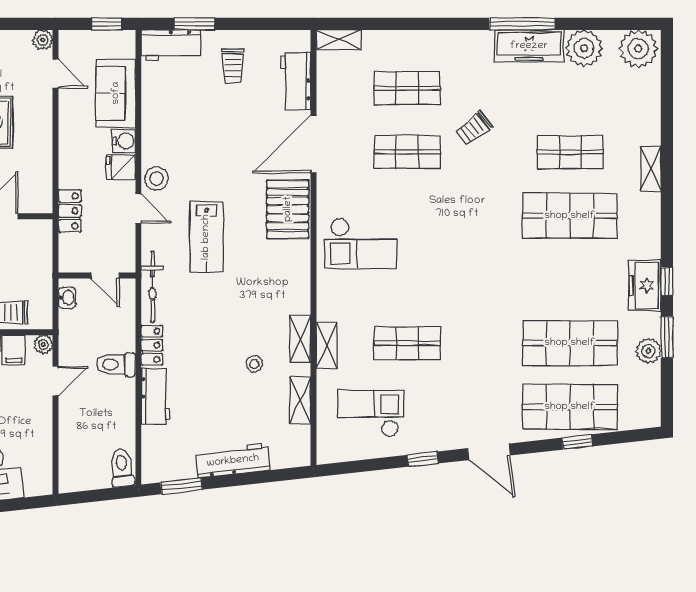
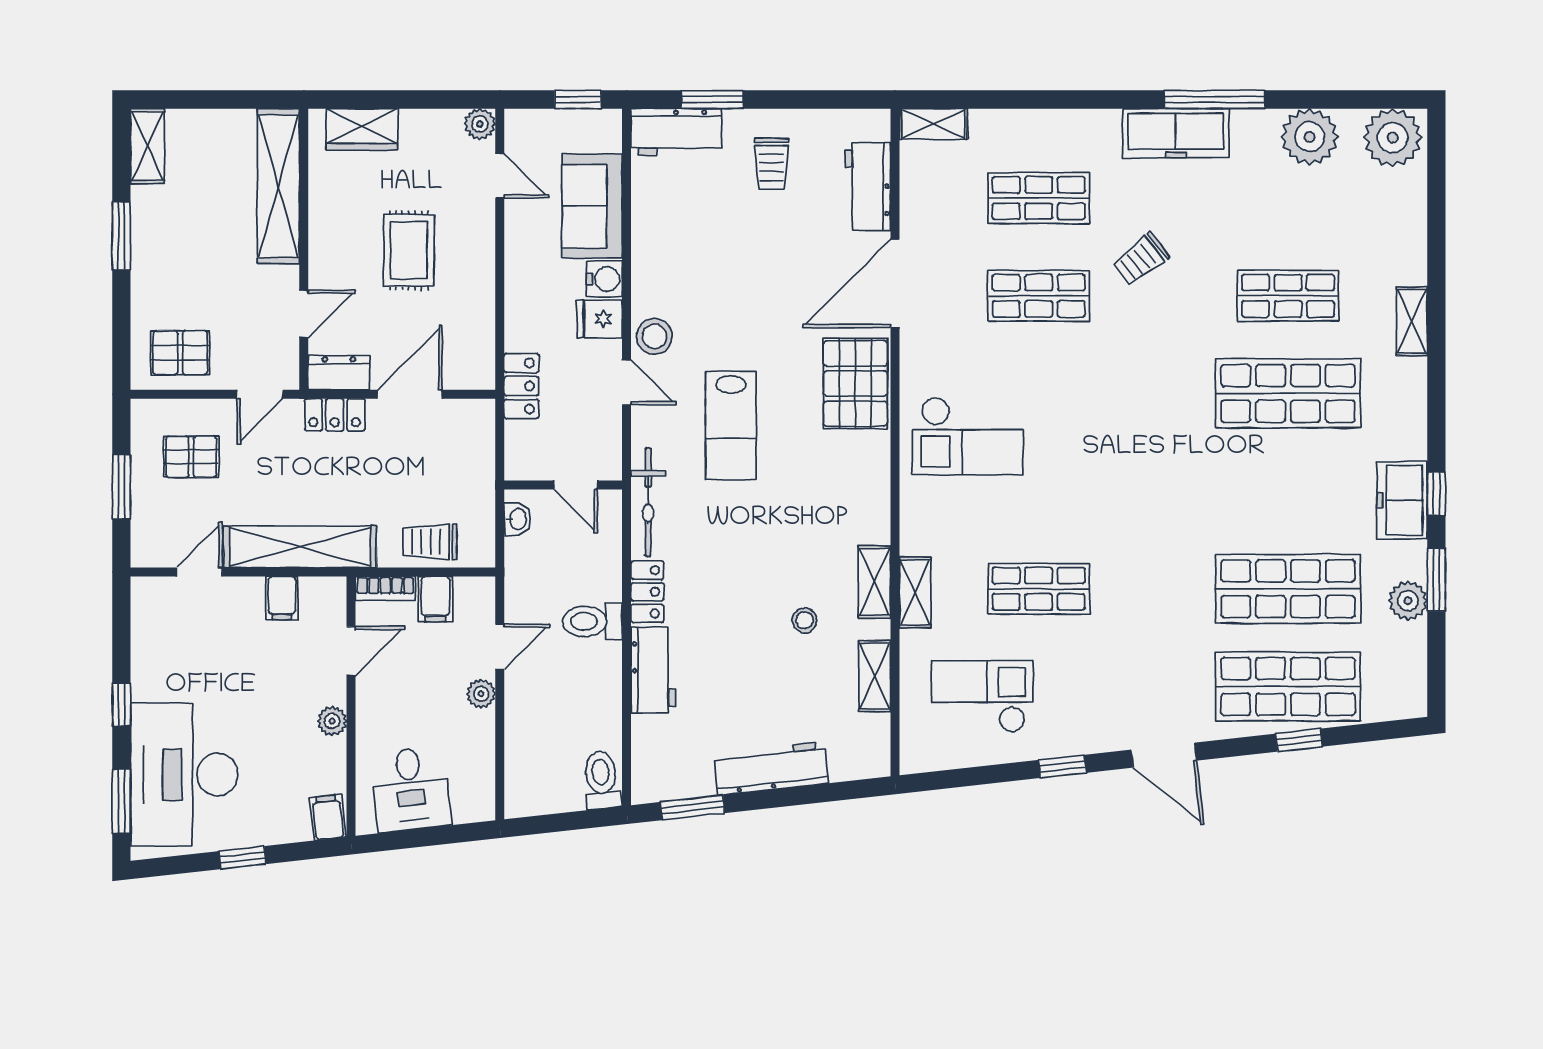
freezer: (529, 46) -> (1176, 133), moved
plant: (43, 344) -> (481, 694), moved

